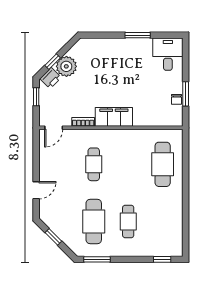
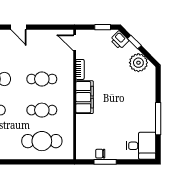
window: (138, 35) -> (158, 119), width x1.44
plant: (66, 66) -> (138, 63), moved
cafe table: (128, 164) -> (42, 110), added

